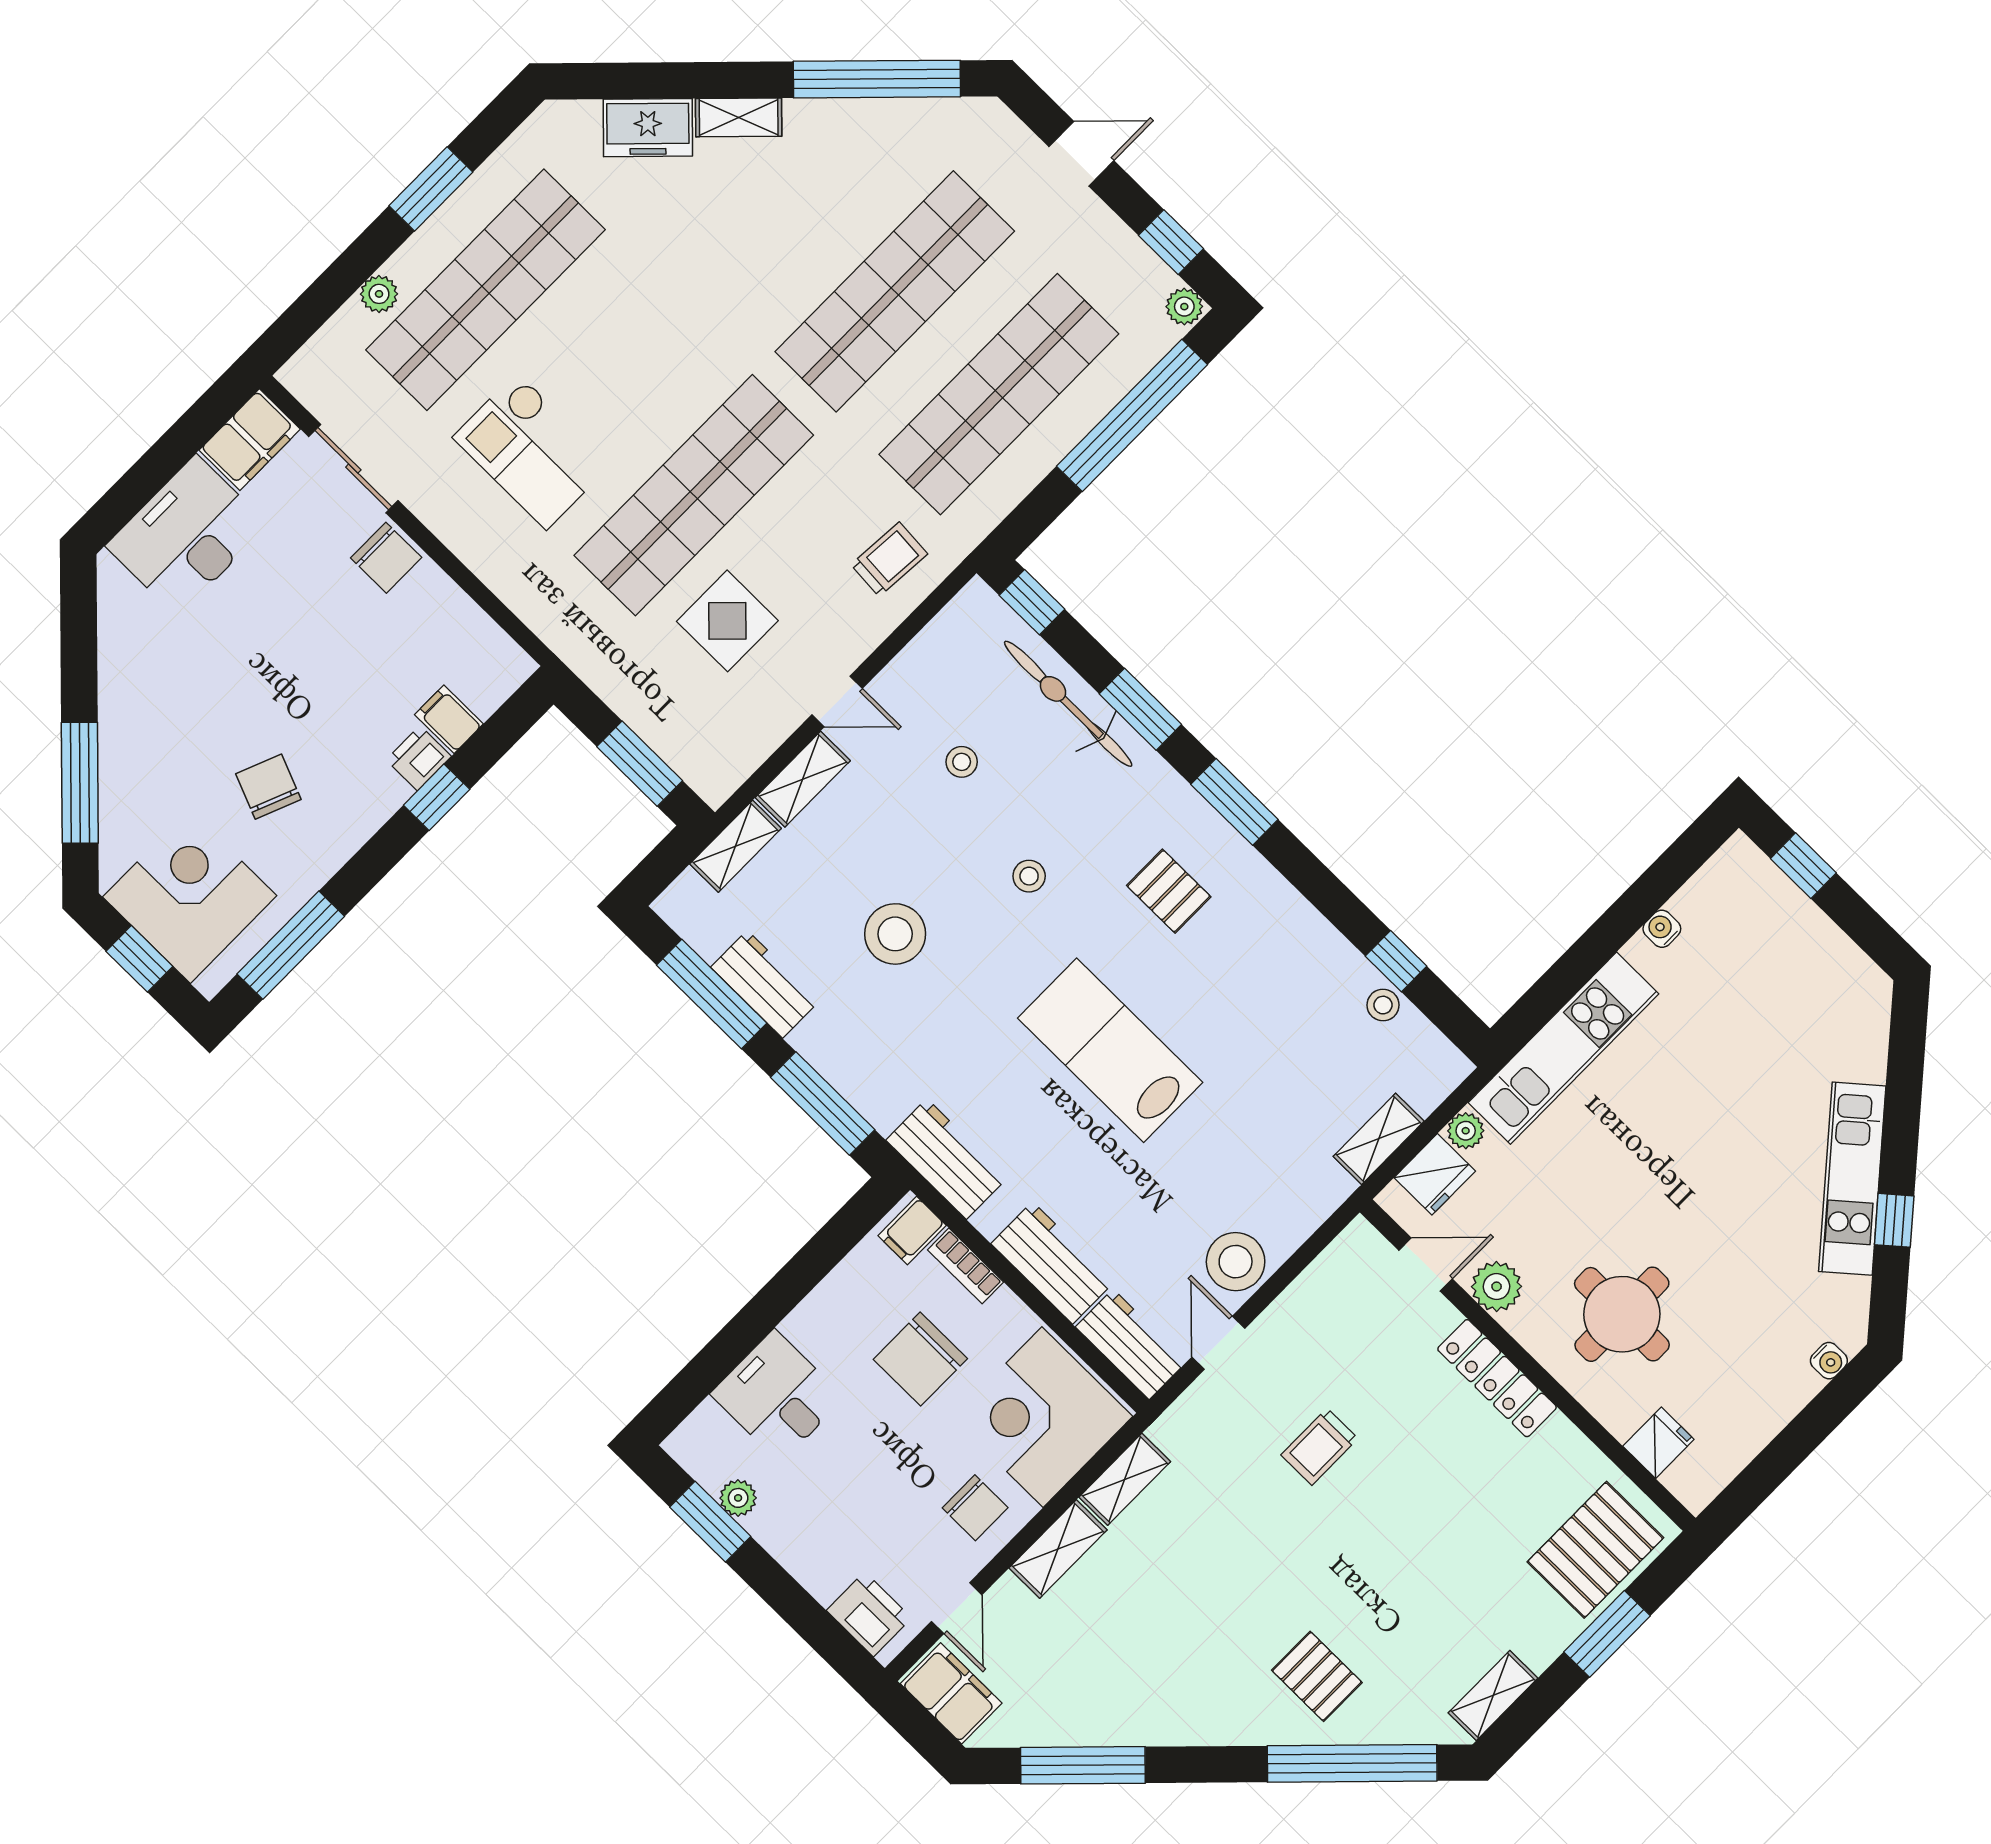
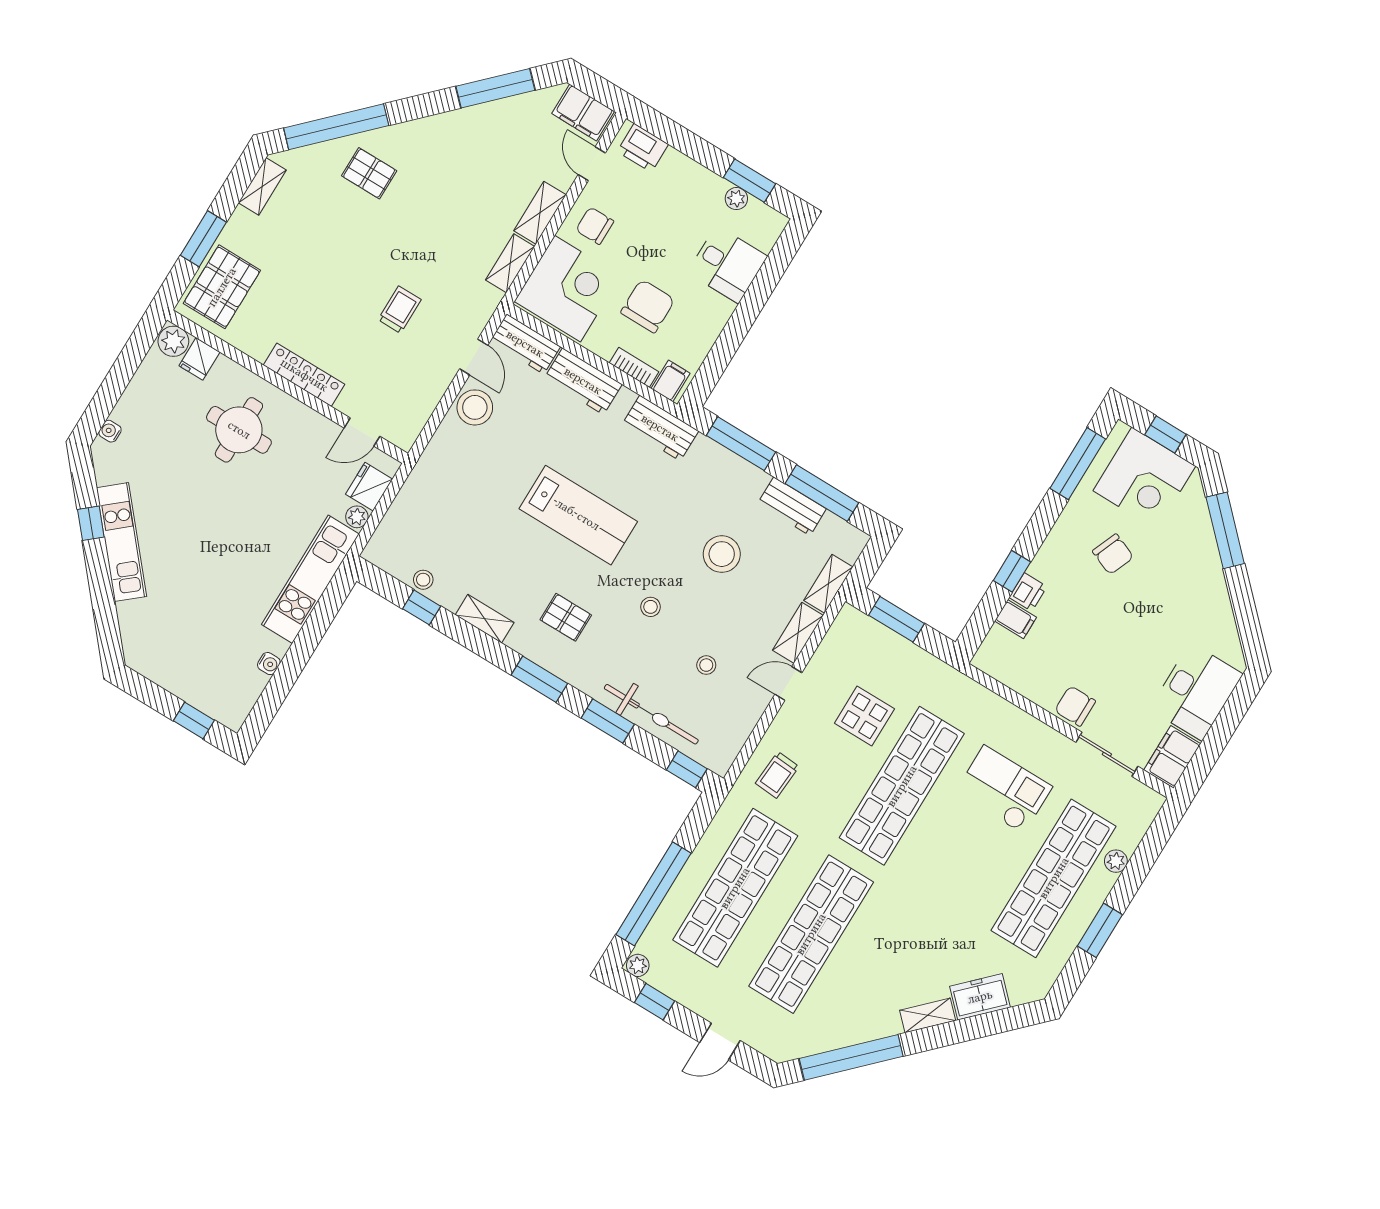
shelving: (1379, 1139) -> (485, 619), moved, turned 90
plant: (1497, 1287) -> (173, 341), moved

